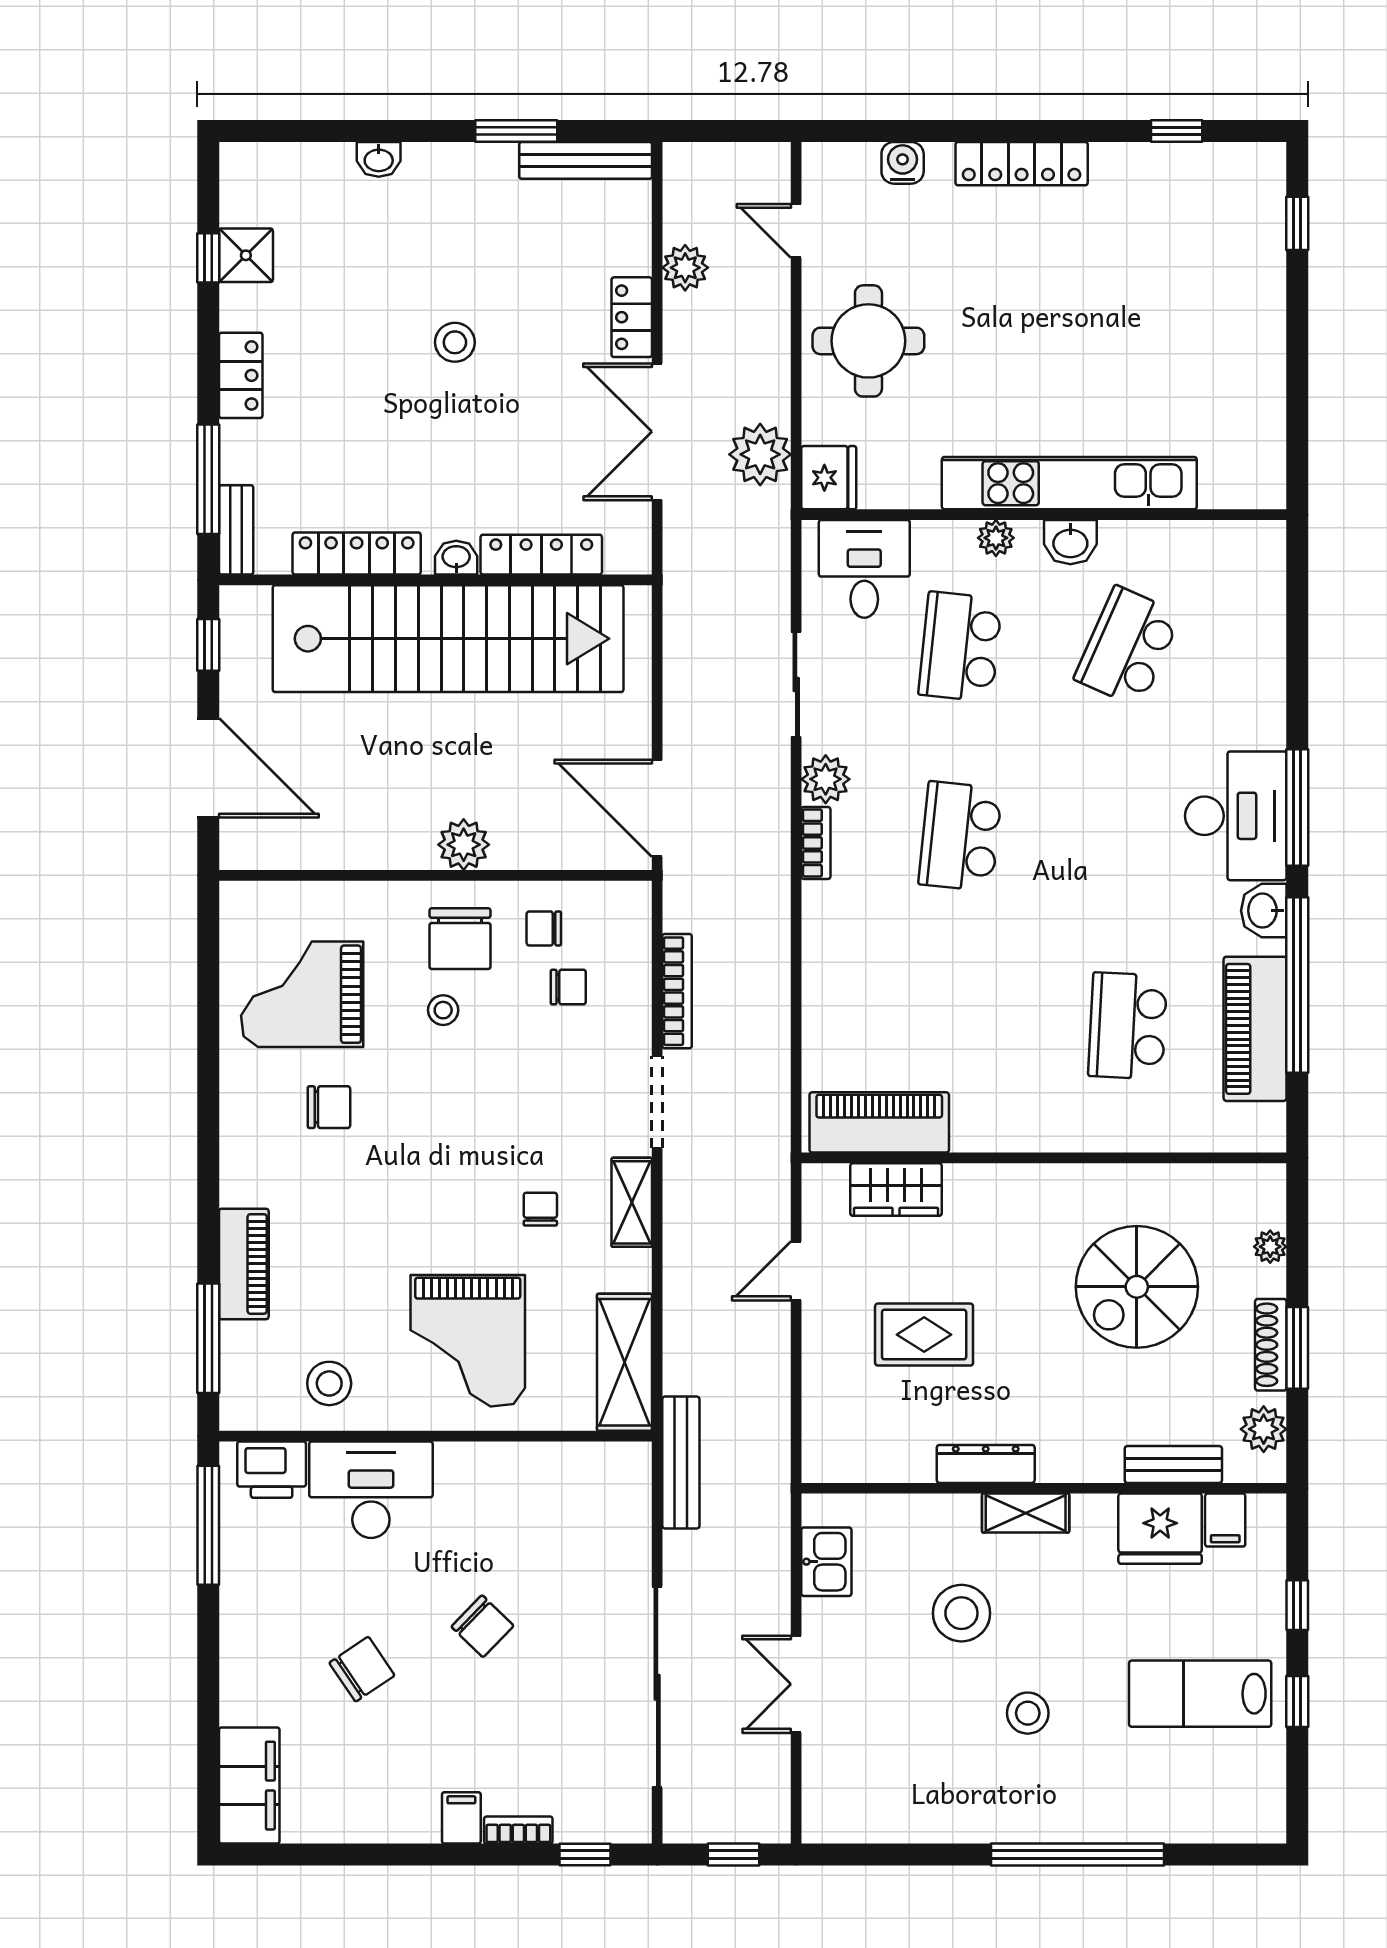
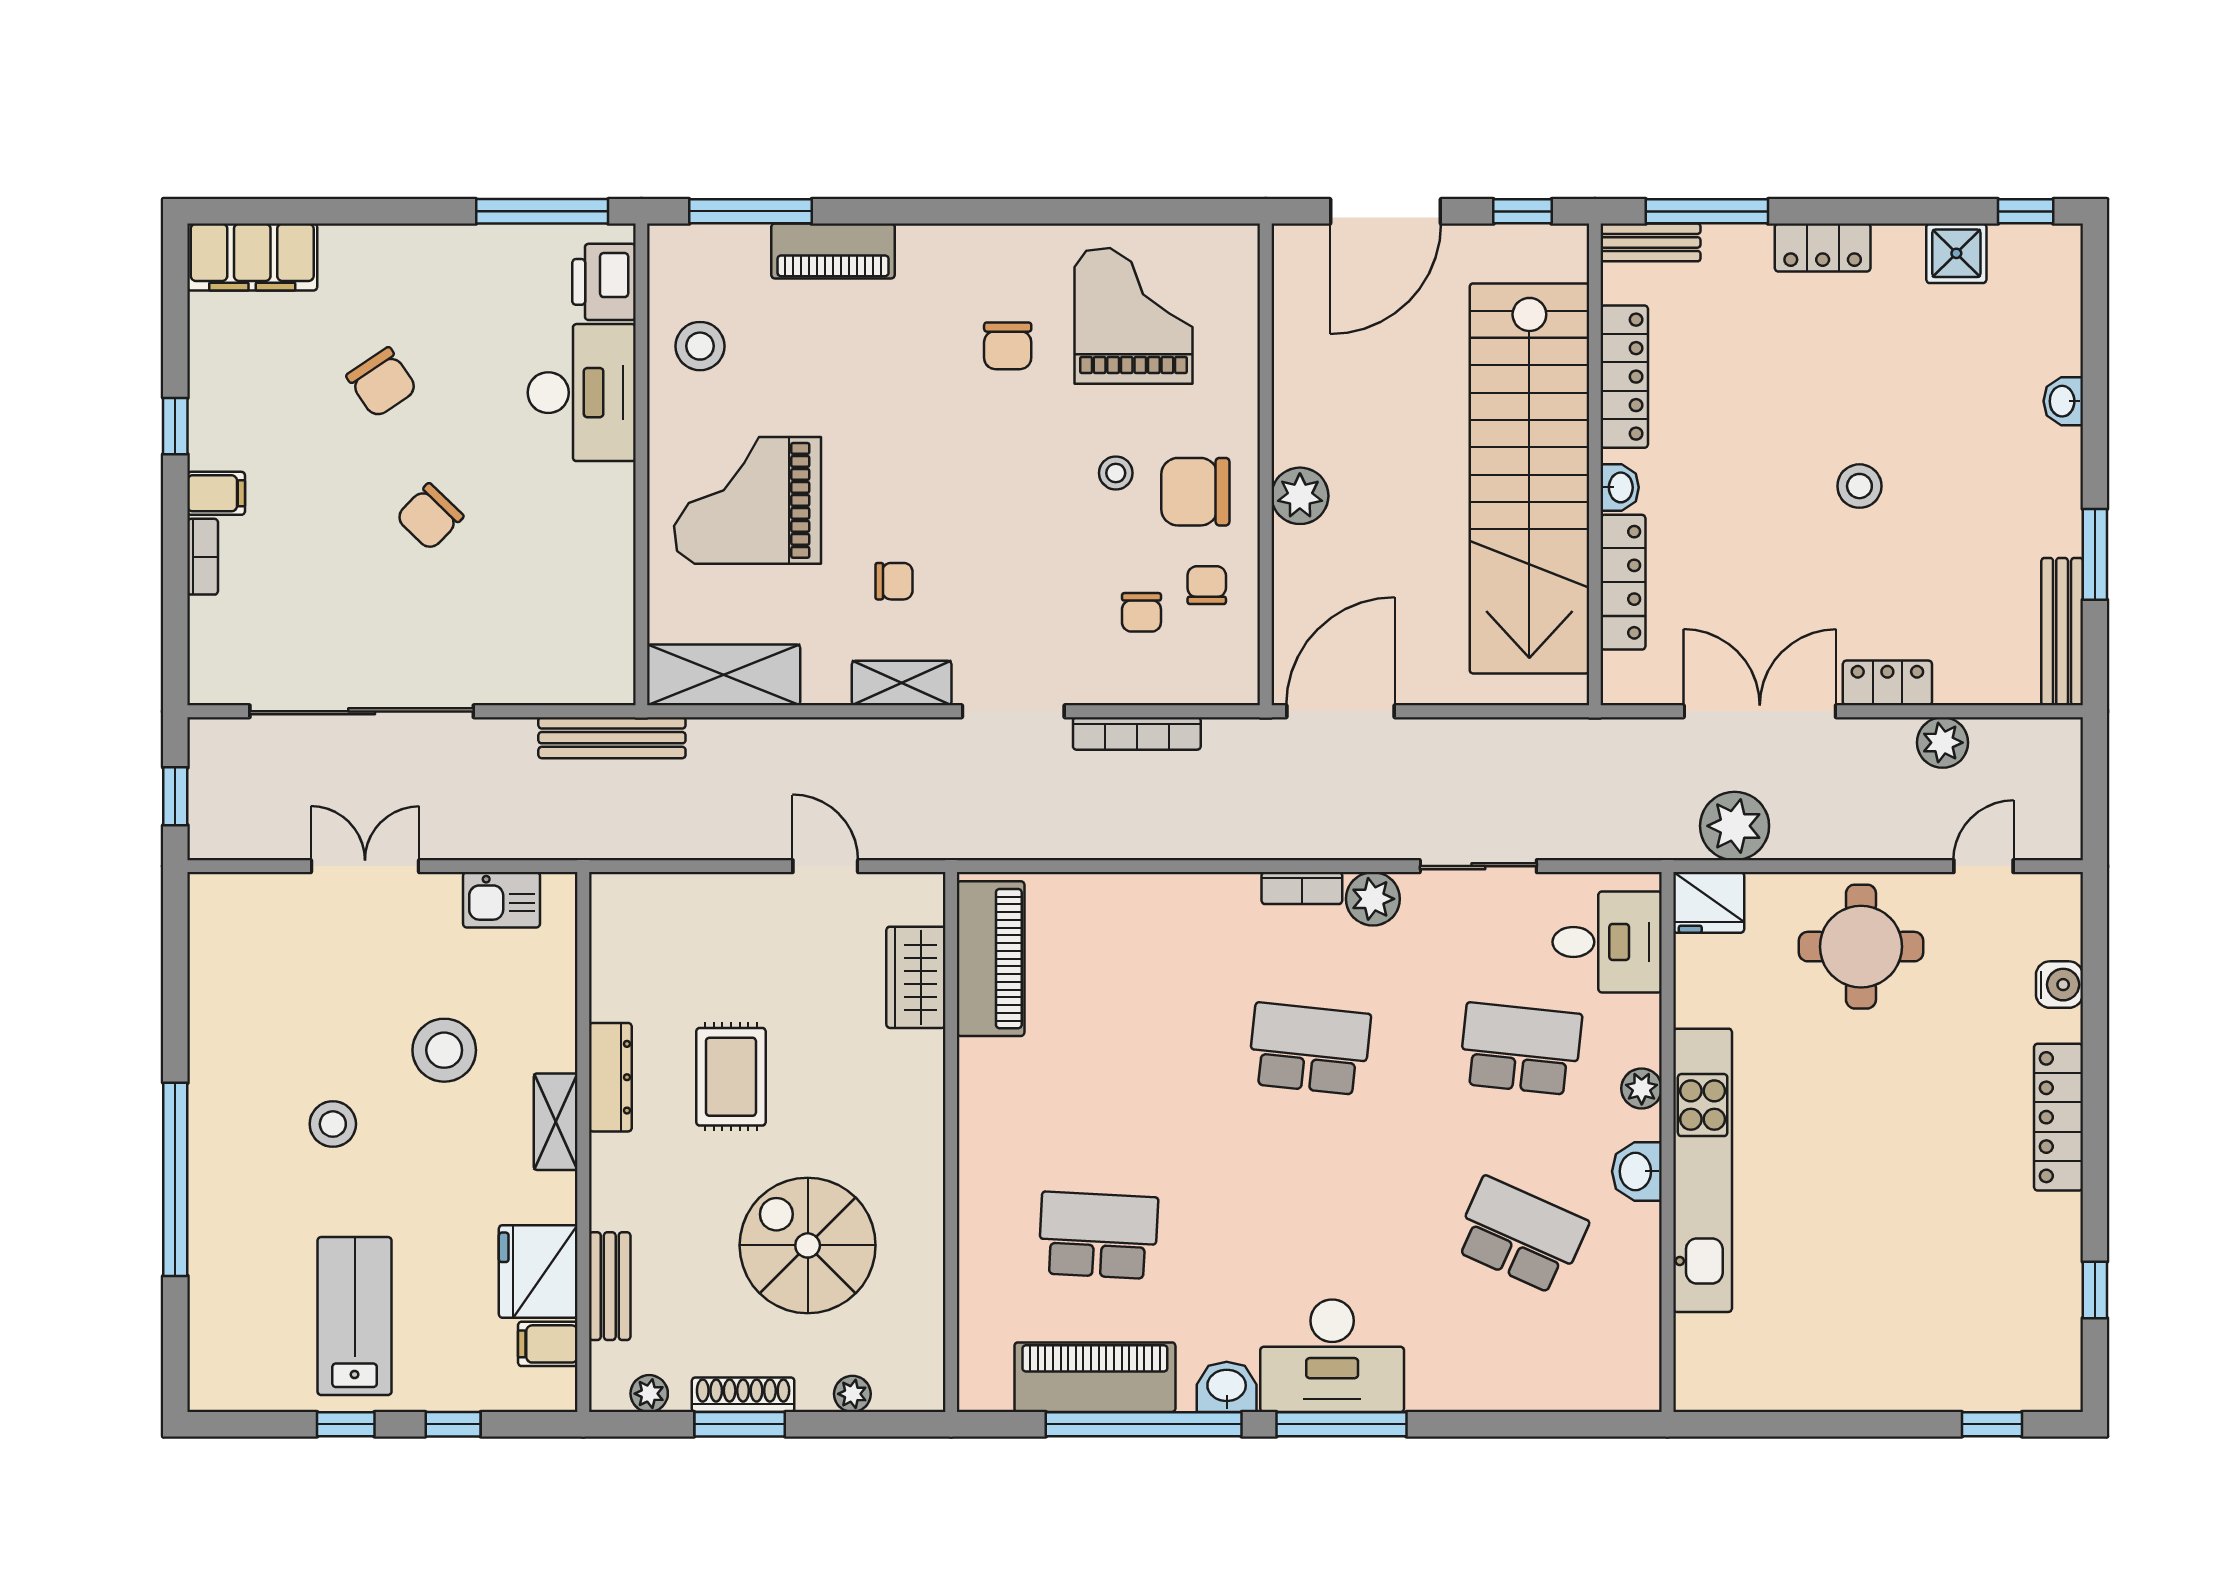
window: (208, 258) -> (2026, 211), moved
rug: (924, 1335) -> (731, 1077), moved
plant: (1264, 1429) -> (649, 1394), width x0.73, depth x0.73
window: (585, 1855) -> (175, 426), moved

